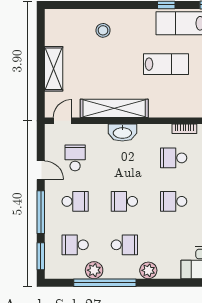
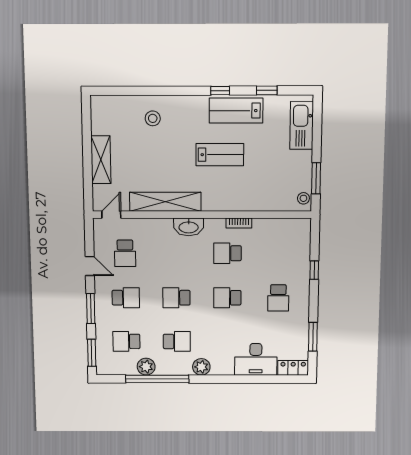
washbasin: (122, 133) -> (189, 227), moved
school desk: (75, 158) -> (125, 253), turned 180
window: (41, 212) -> (91, 309), width x0.69

